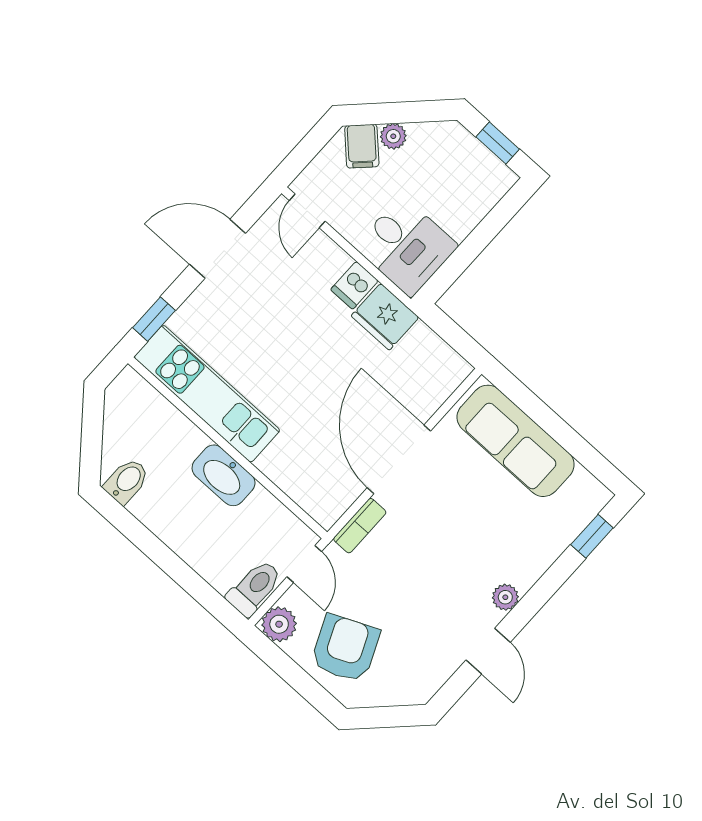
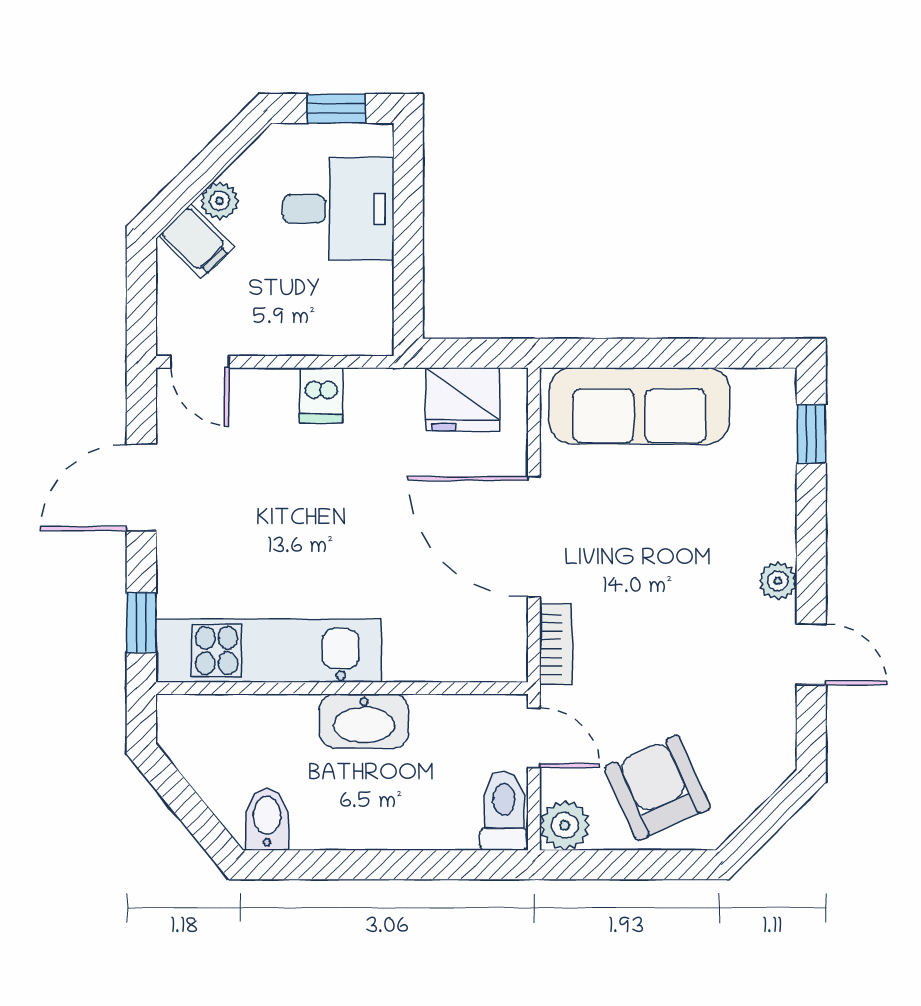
desk: (406, 246) -> (338, 209), moved
fridge: (385, 317) -> (463, 399), moved

